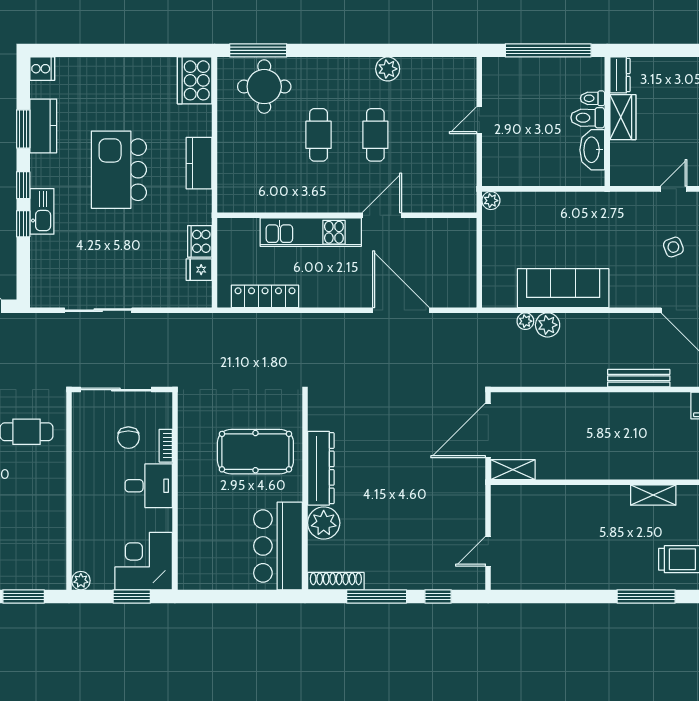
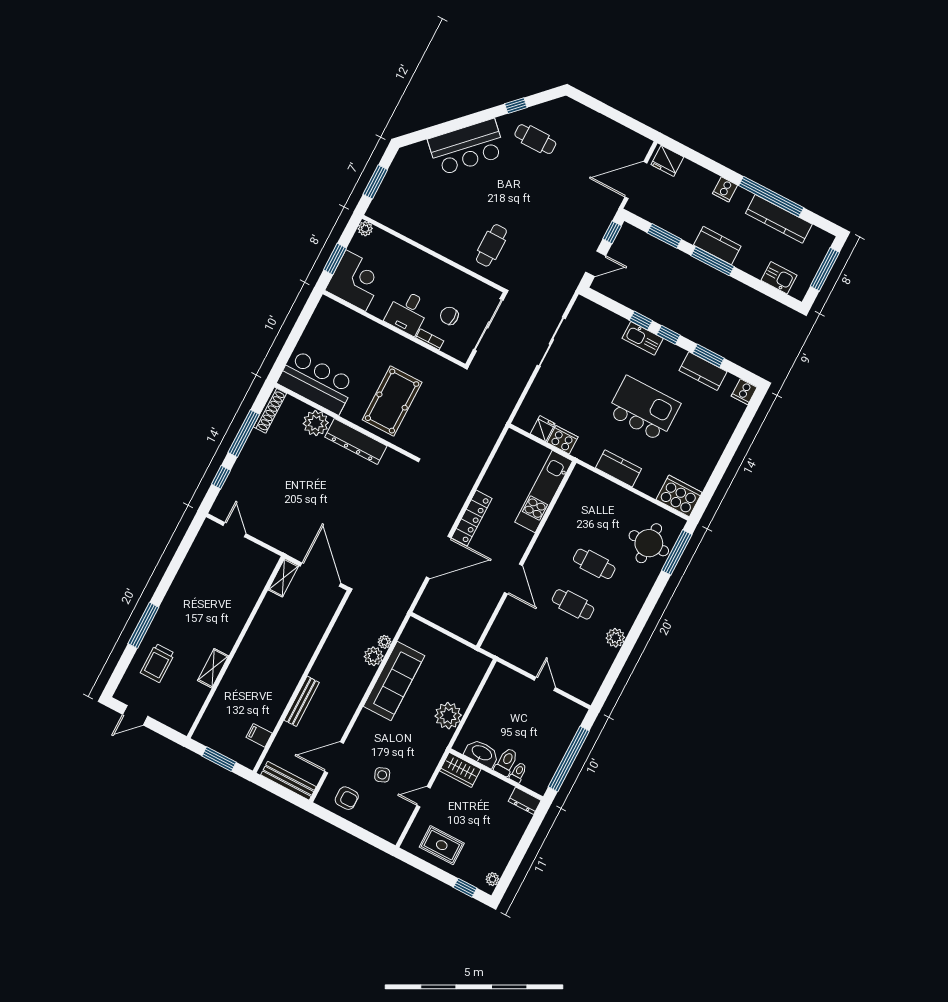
wardrobe: (623, 117) -> (460, 770), moved
door: (674, 189) -> (423, 797), swing flipped
plant: (491, 201) -> (448, 716), moved, width x1.88, depth x1.88
kitchen unit: (311, 232) -> (544, 492), moved
locker: (265, 296) -> (472, 518), moved

